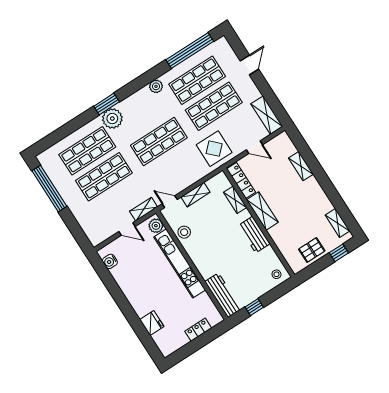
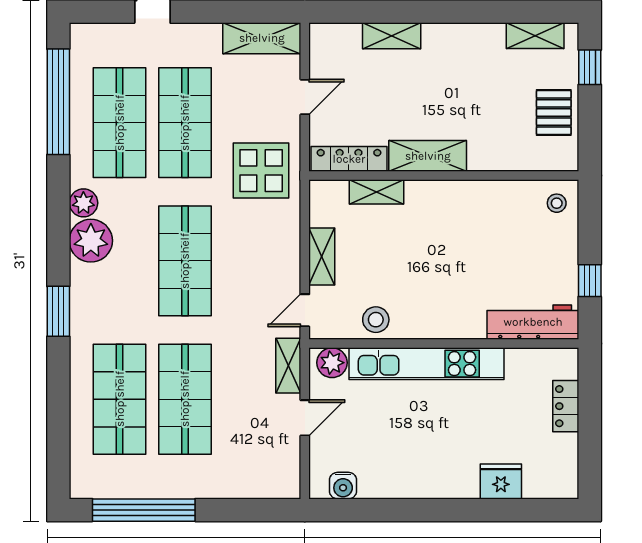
plant: (112, 119) -> (91, 241), moved
workbench: (254, 235) -> (460, 198), removed

